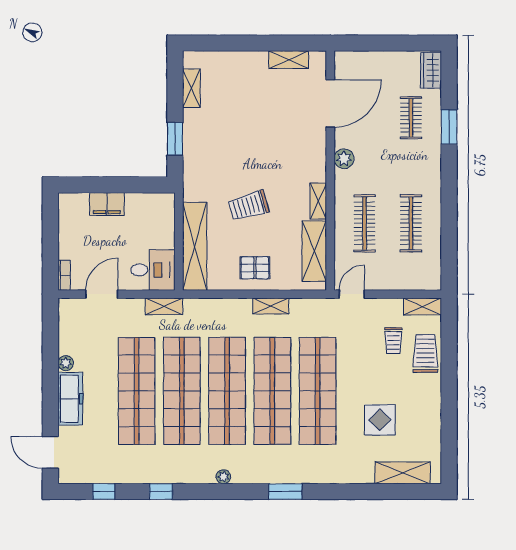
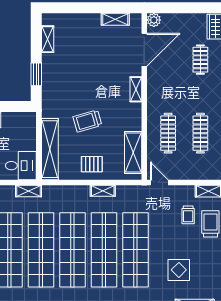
plant: (344, 159) -> (154, 20), moved
shelving: (318, 201) -> (136, 89), moved
door: (352, 294) -> (159, 182), hinge flipped

